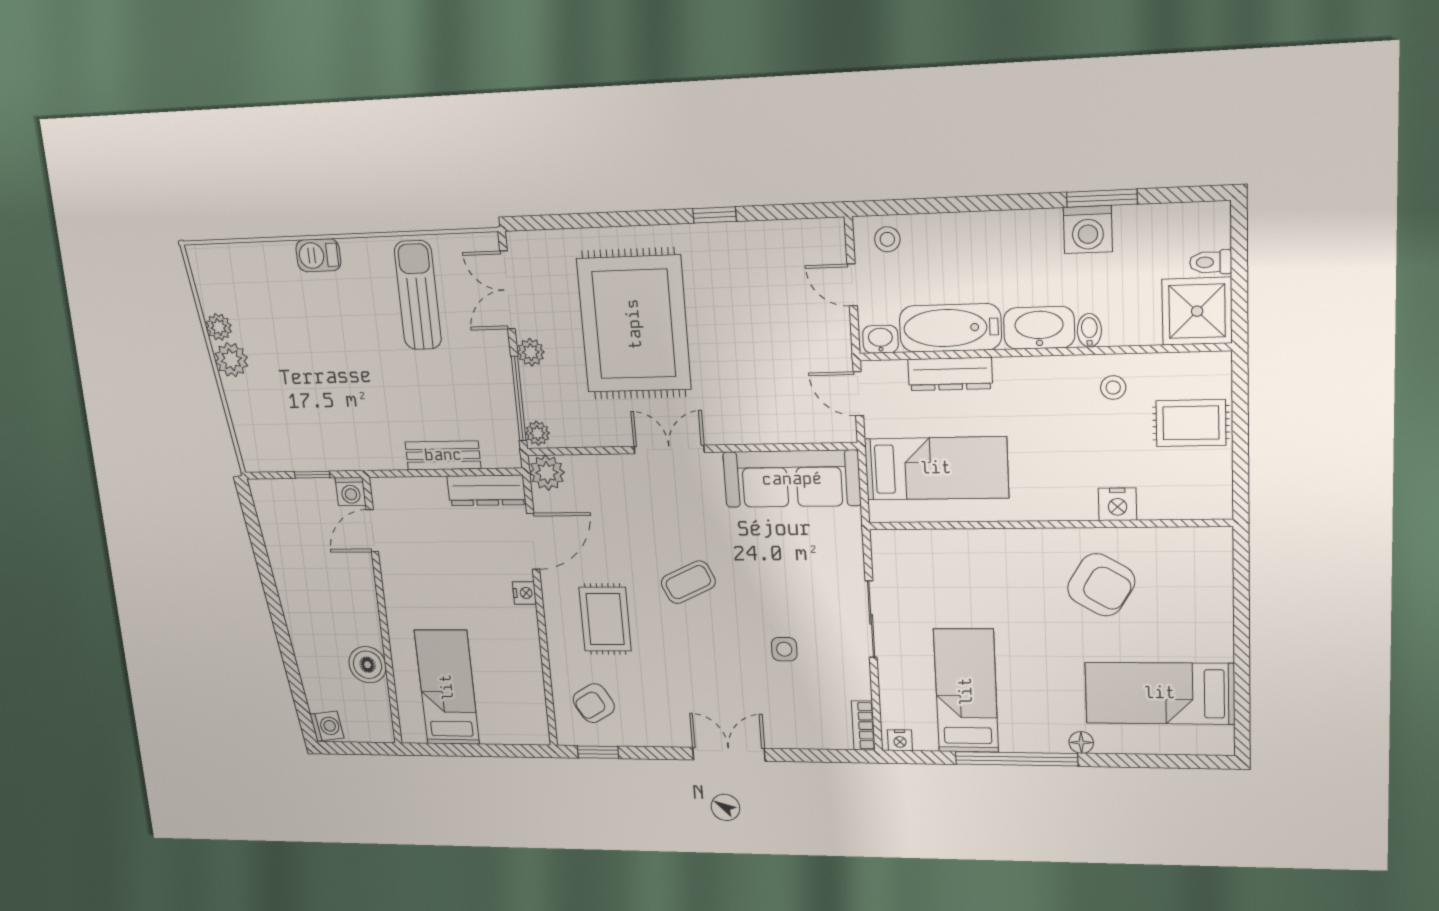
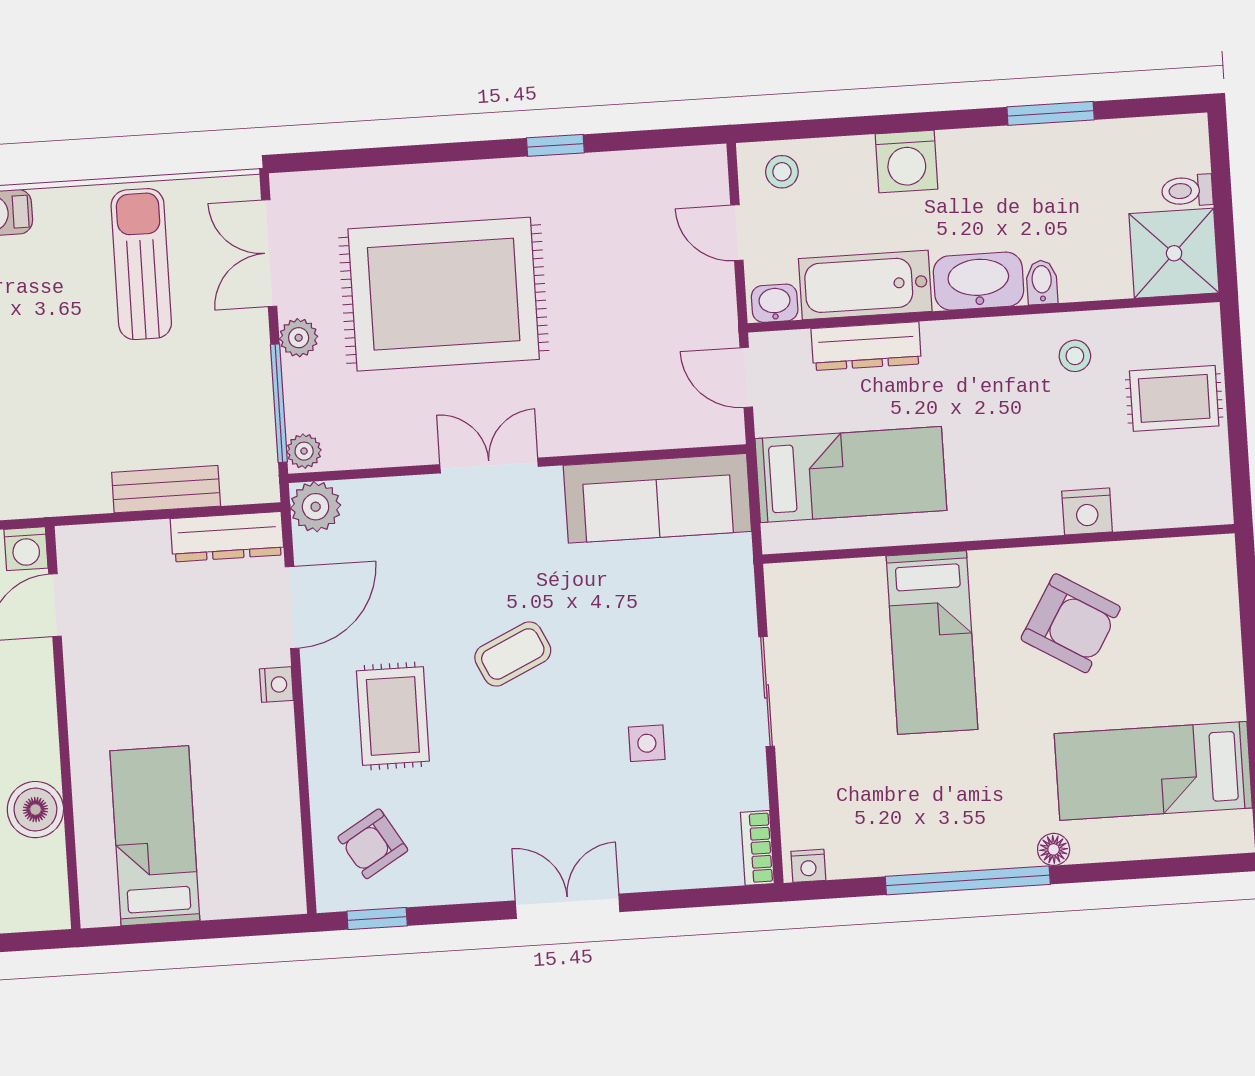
washing machine: (1088, 230) -> (906, 161), moved
rug: (634, 324) -> (444, 294), turned 90
bed: (966, 691) -> (932, 643), moved, turned 180

